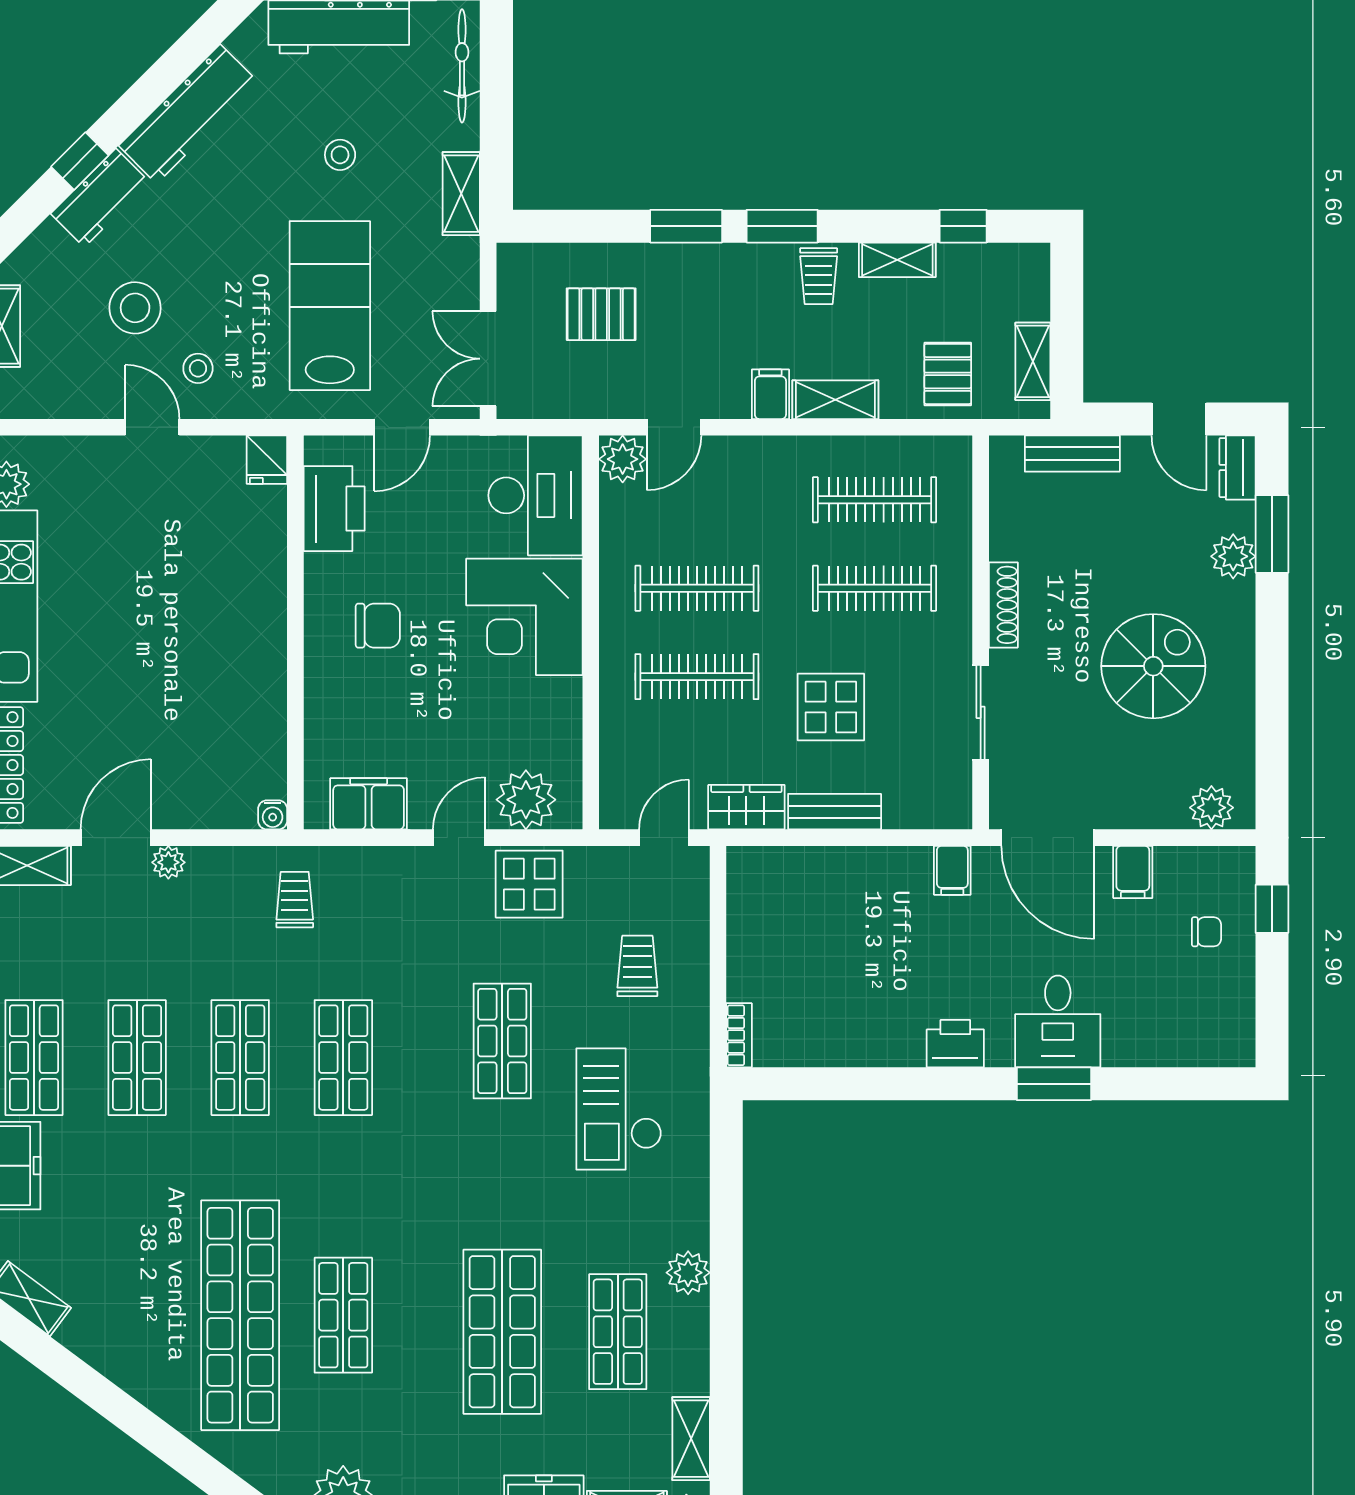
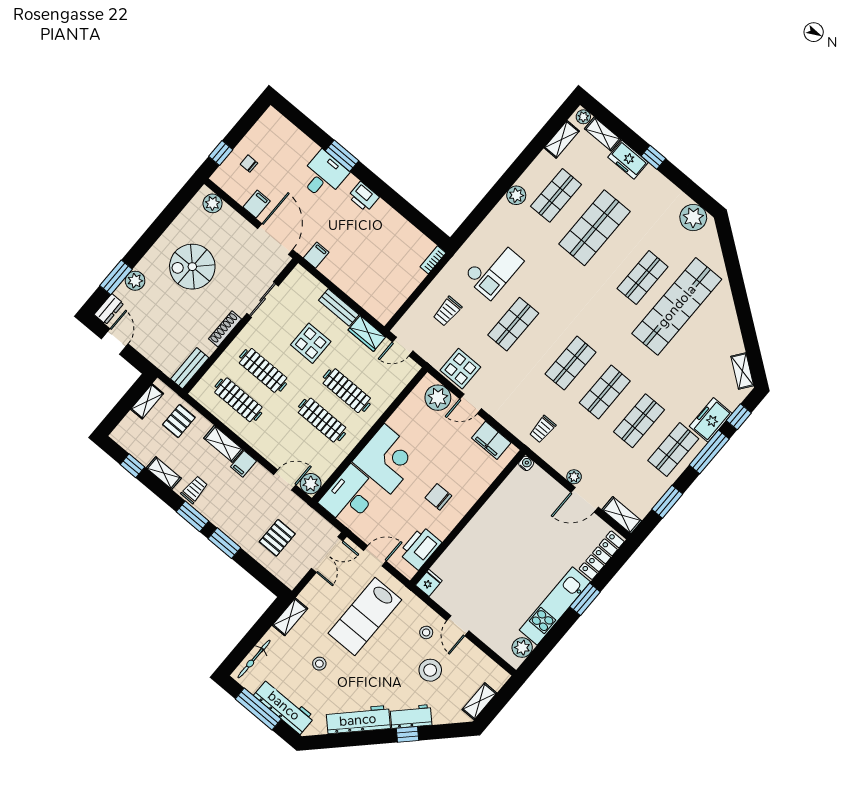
pallet: (601, 314) -> (277, 538), turned 90
bench: (1072, 454) -> (190, 368), moved, turned 90

